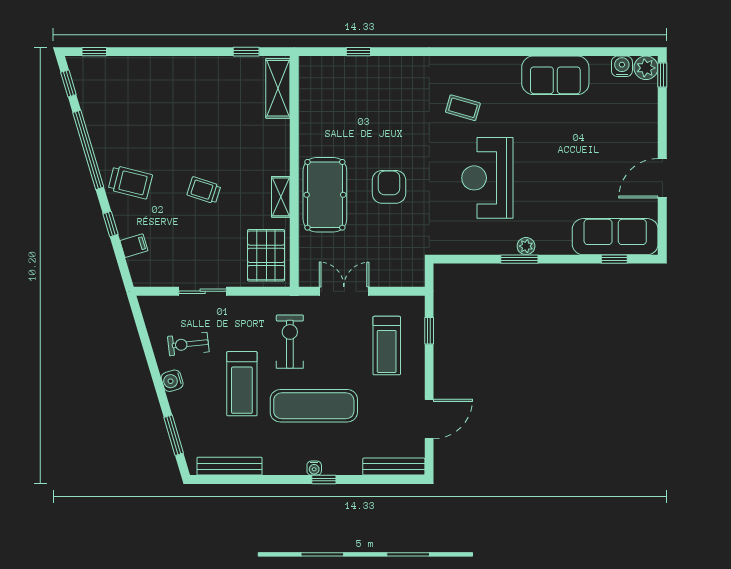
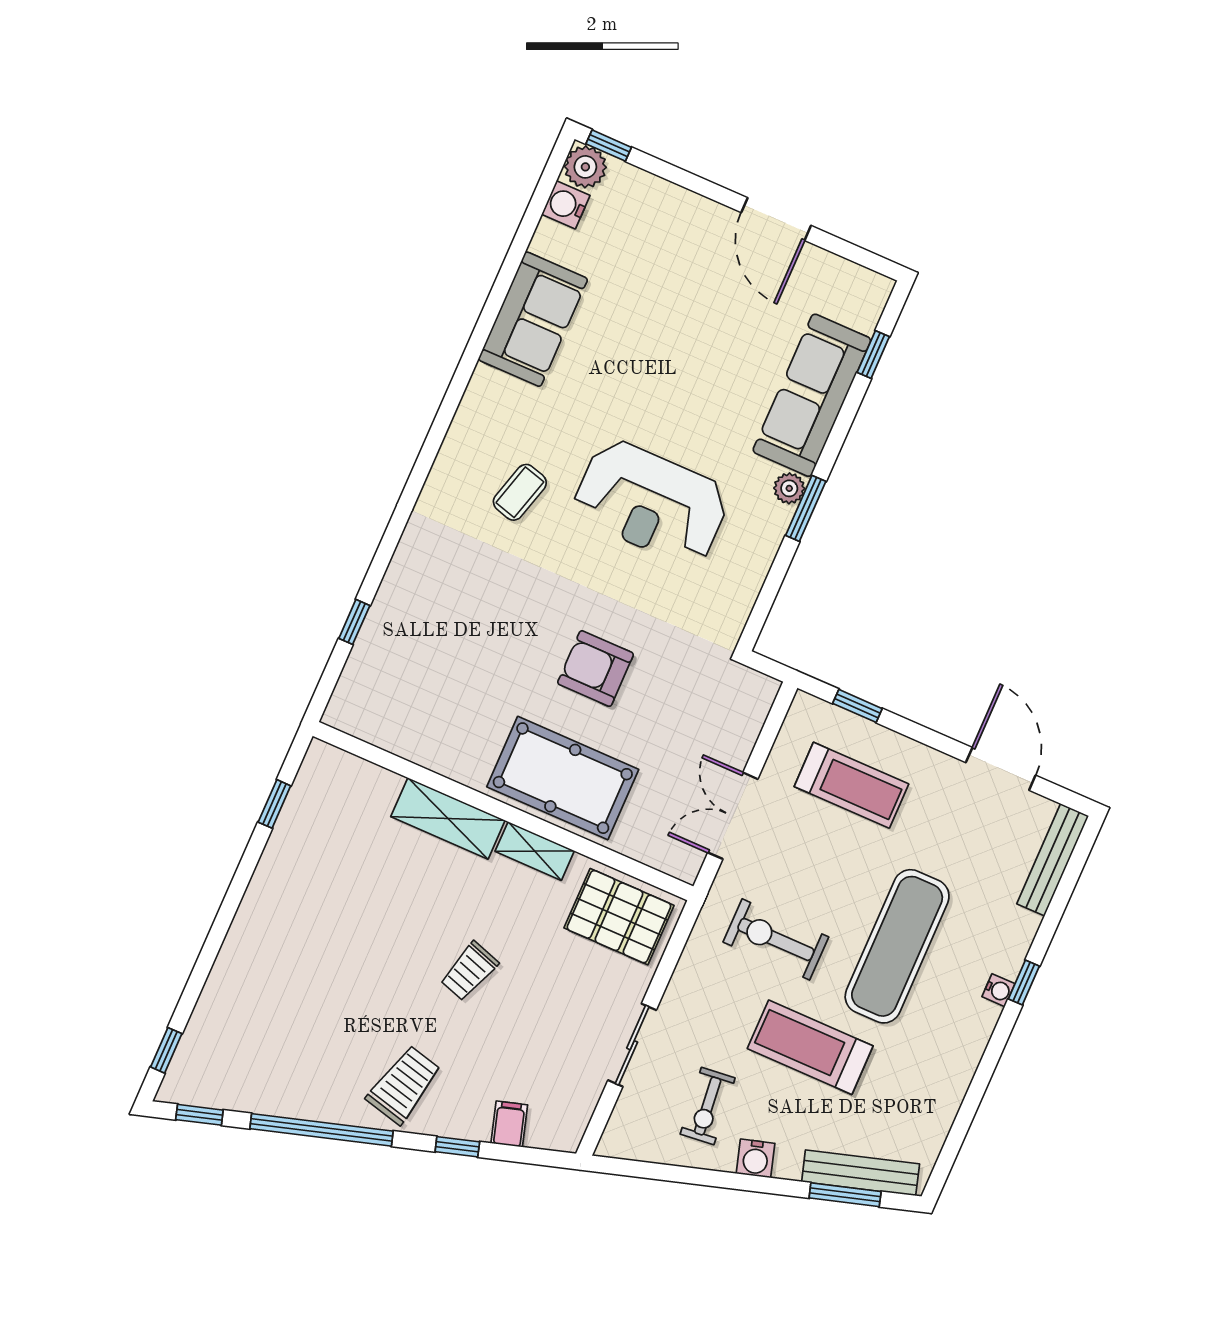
shelving: (278, 88) -> (448, 818), moved
sofa: (615, 237) -> (812, 395), moved
treadmill: (242, 384) -> (810, 1047), turned 180
bench: (230, 466) -> (861, 1173), moved, turned 73

